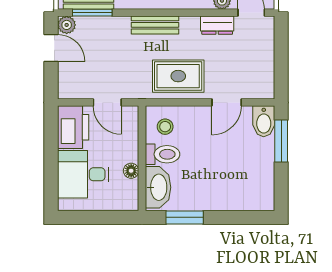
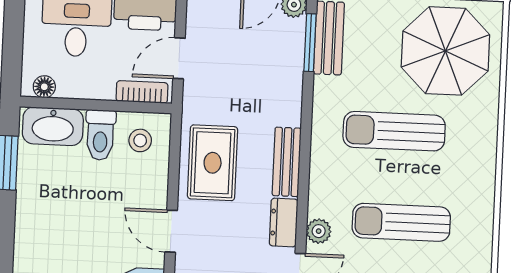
bench: (155, 25) -> (287, 162), moved
bookcase: (132, 127) -> (142, 92), added
floor lamp: (131, 171) -> (44, 87), moved

